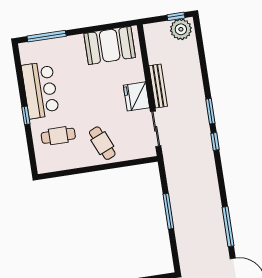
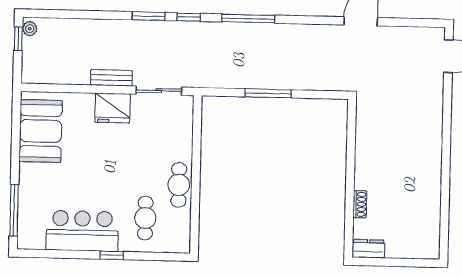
plant: (181, 29) -> (30, 29), width x0.53, depth x0.53
bench: (158, 86) -> (112, 78), width x0.73
cafe table: (102, 143) -> (179, 185), moved, turned -67
window: (228, 227) -> (248, 19), moved

